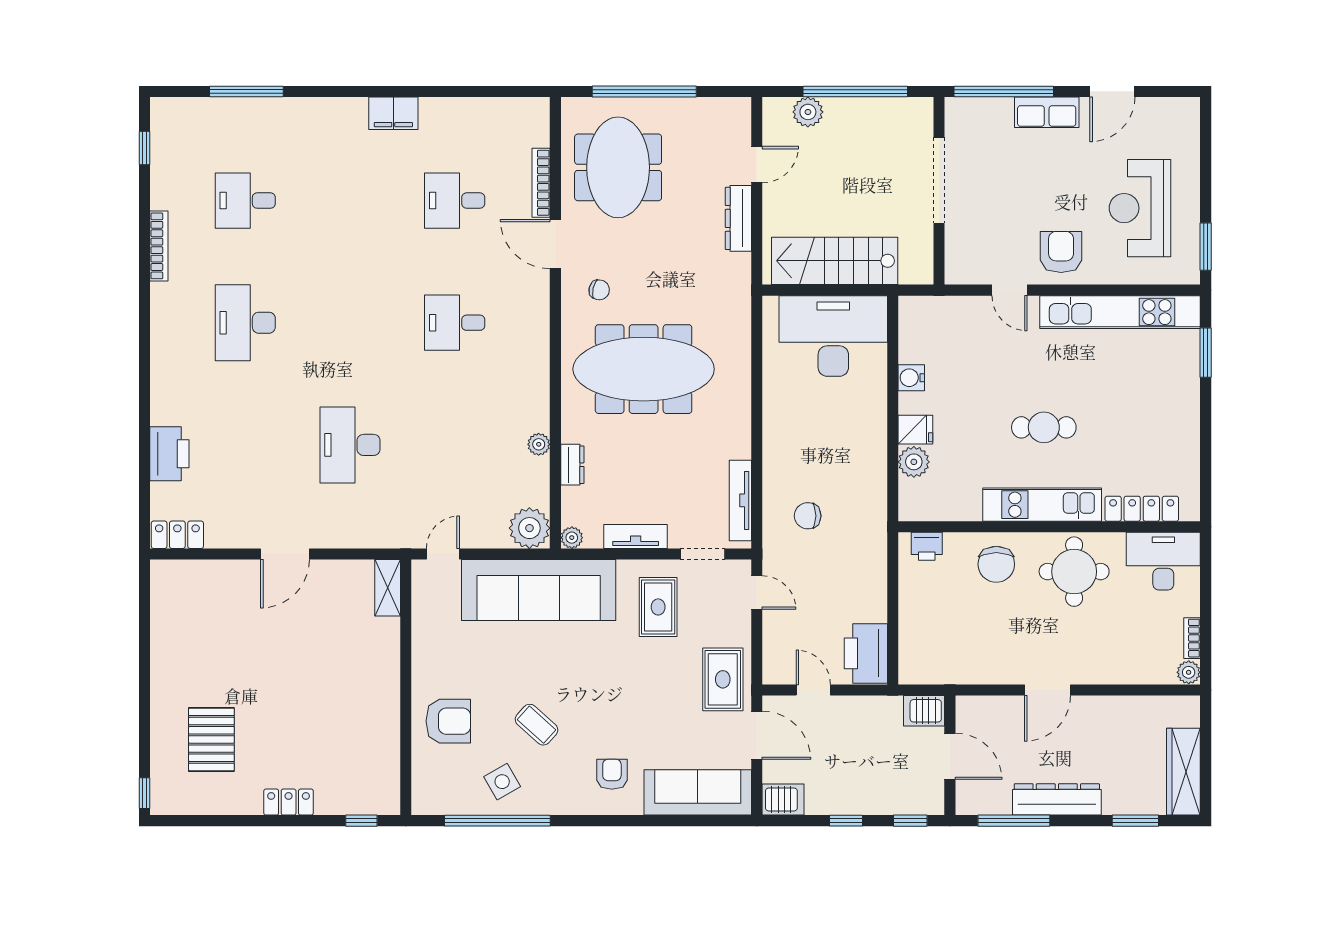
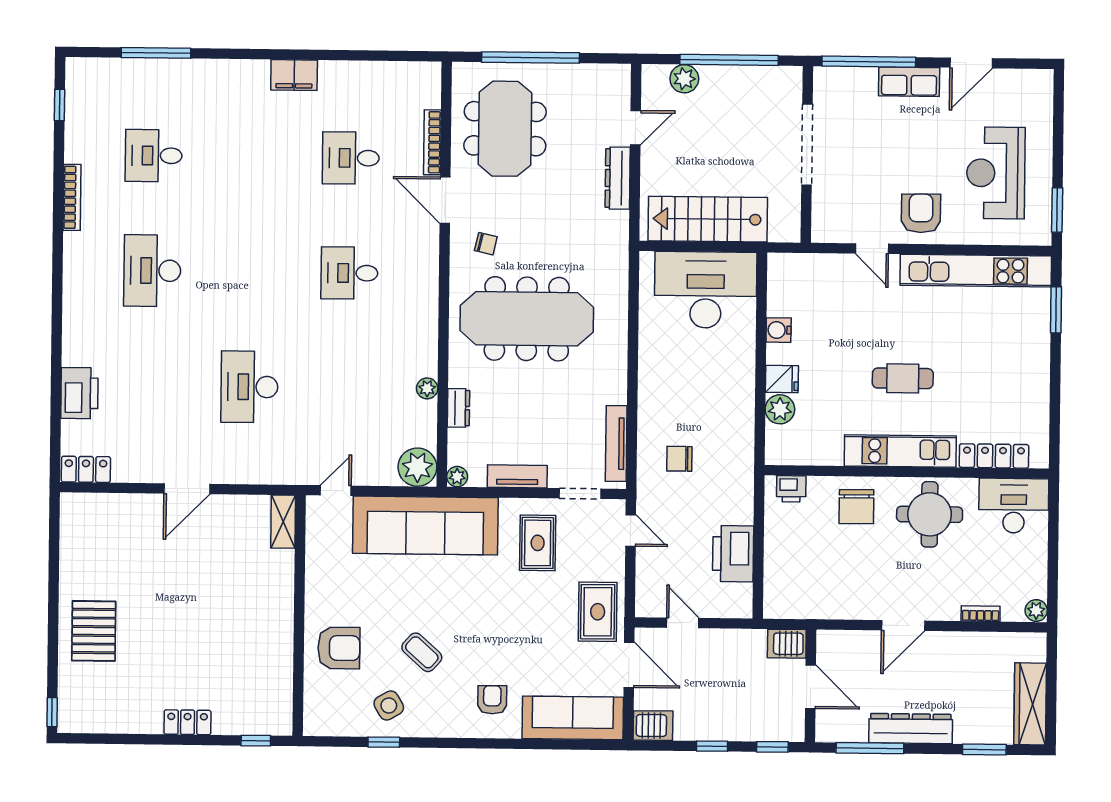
bookcase: (1192, 638) -> (981, 614), moved, turned 90
printer: (866, 653) -> (733, 554), moved
pallet: (211, 739) -> (94, 631), moved
window: (497, 821) -> (384, 742), width x0.32

